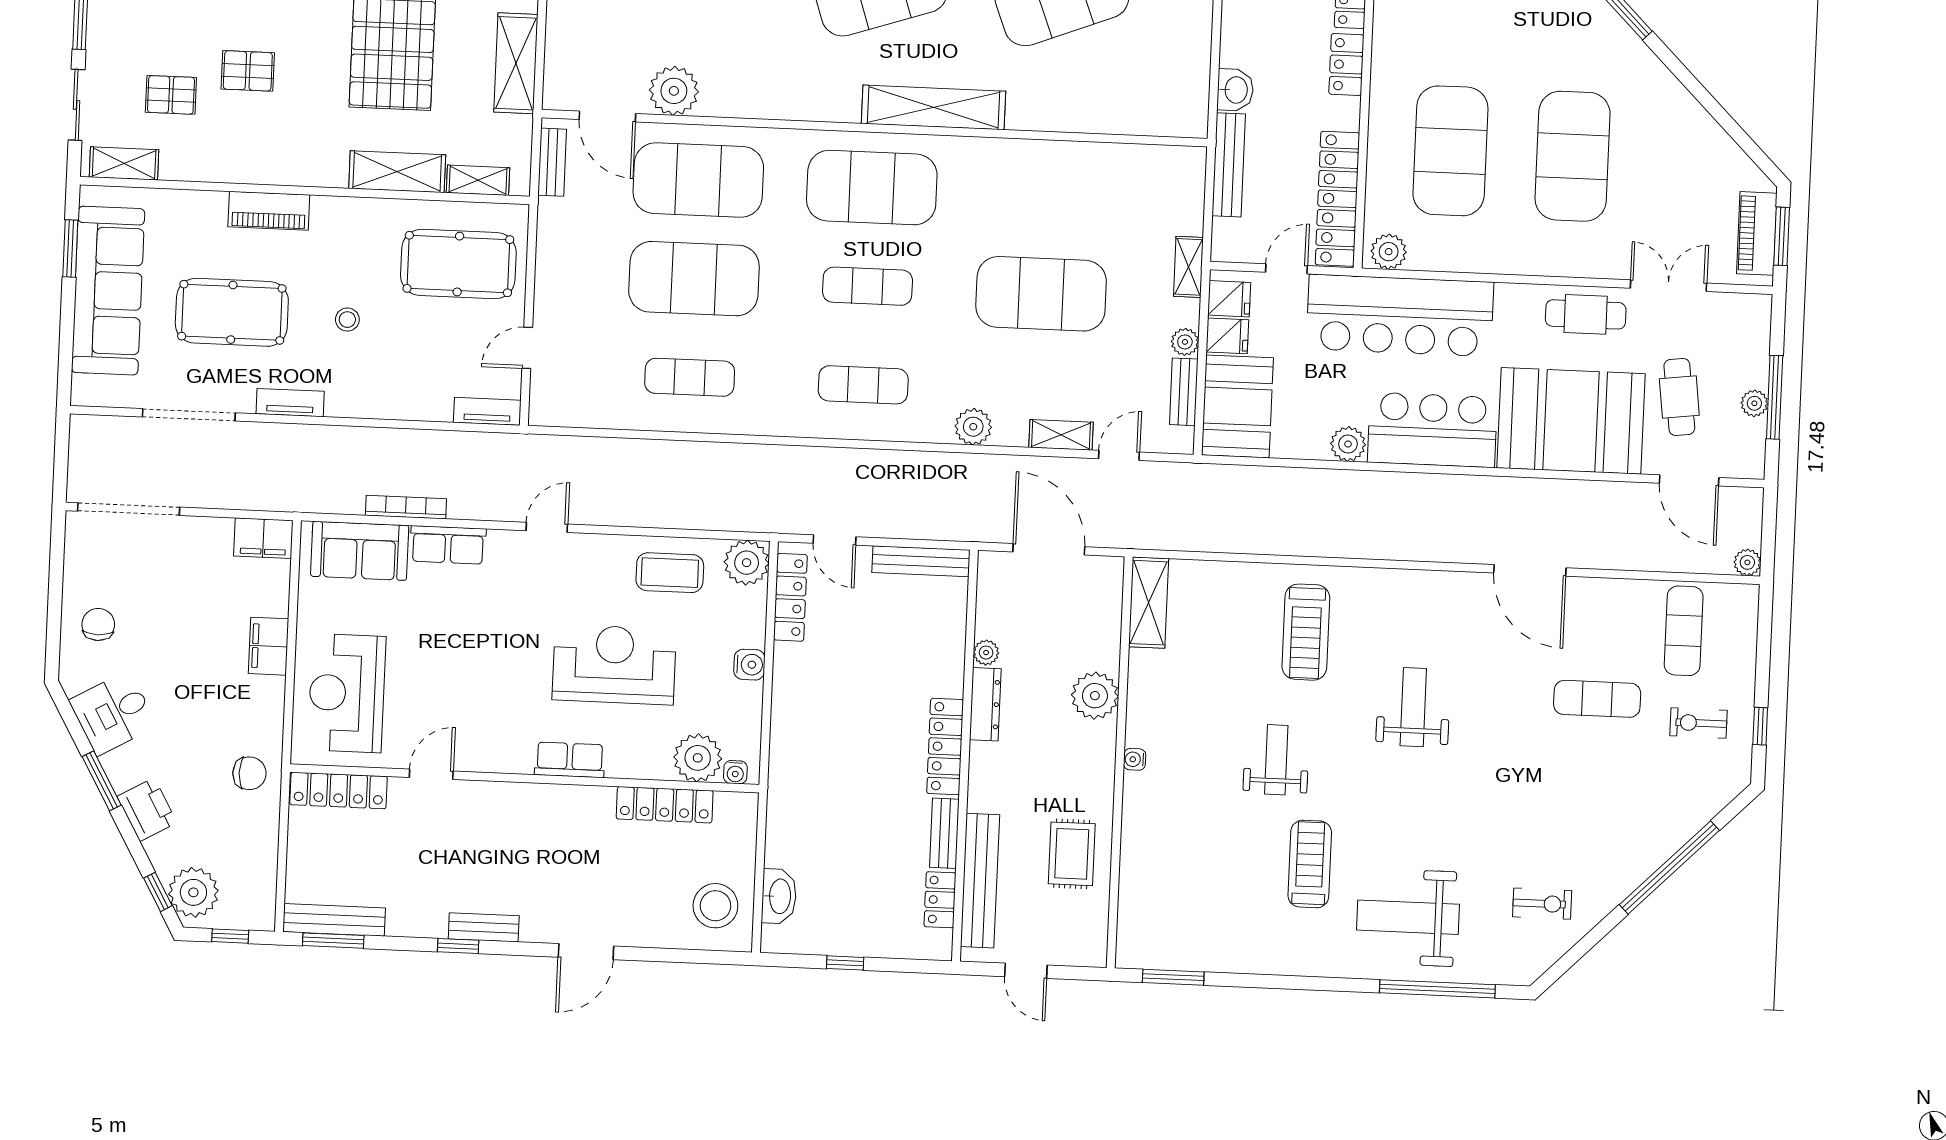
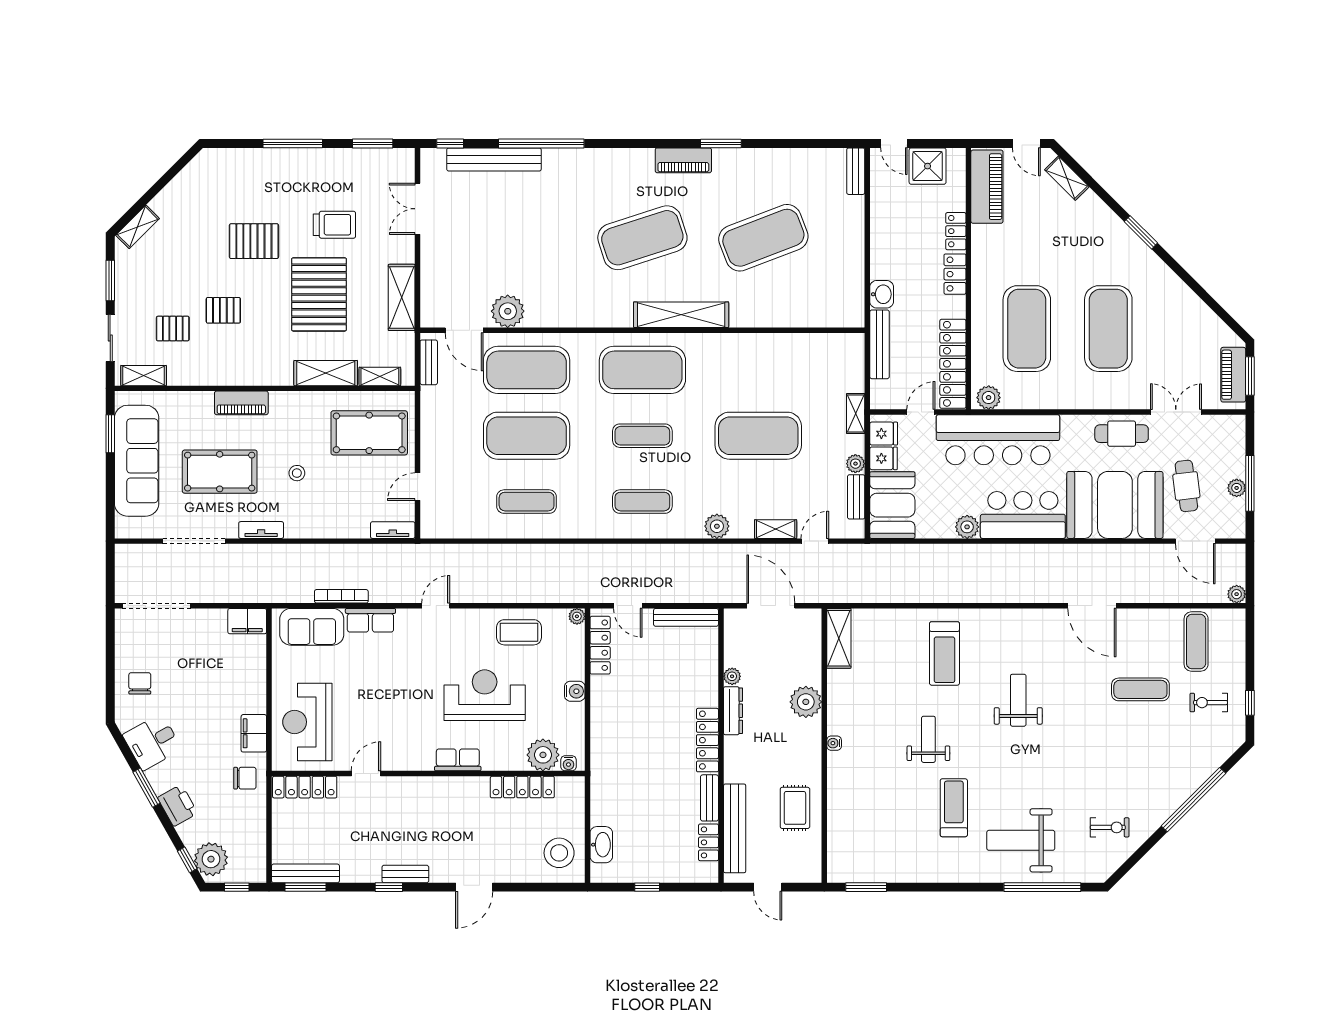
plant: (747, 563) -> (577, 616), width x0.53, depth x0.53
filing cabinet: (269, 646) -> (254, 733), moved

